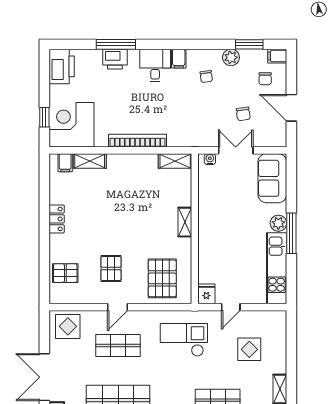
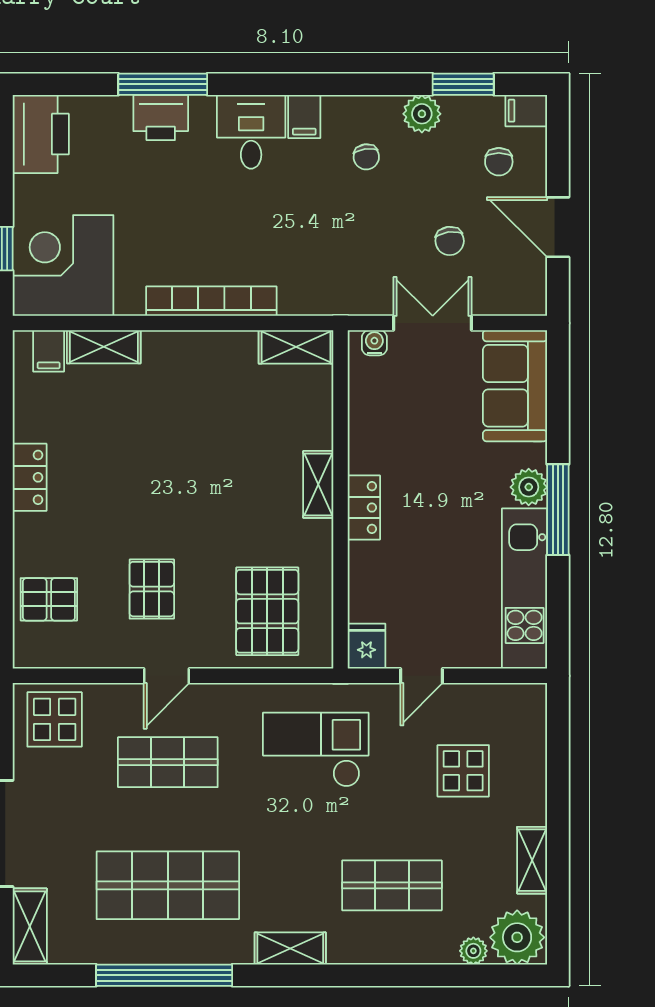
locker: (205, 232) -> (364, 508), added

